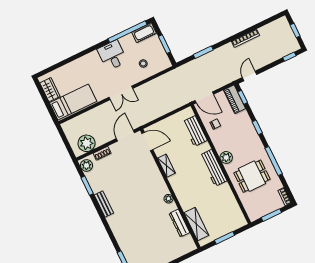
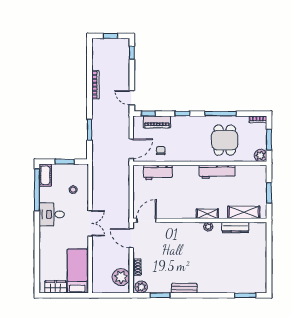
piano: (235, 99) -> (157, 122), moved
plant: (226, 157) -> (261, 155), moved
shelving: (166, 166) -> (207, 214), moved
workbench: (213, 168) -> (217, 172), moved

